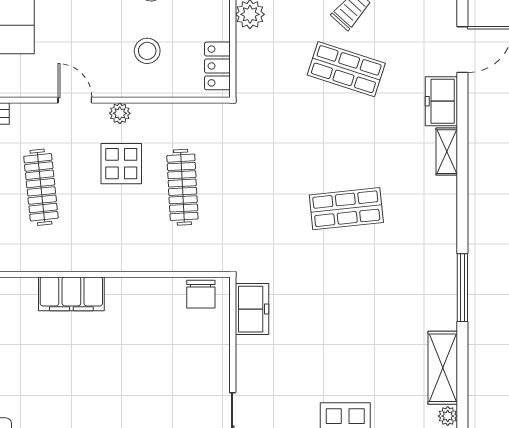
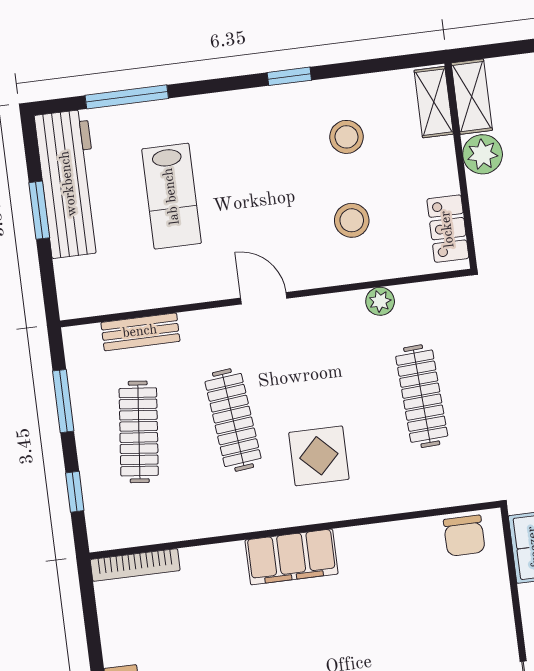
plant: (120, 113) -> (380, 301), moved
display table: (121, 164) -> (319, 456), moved

